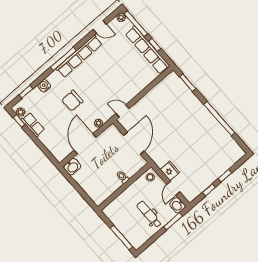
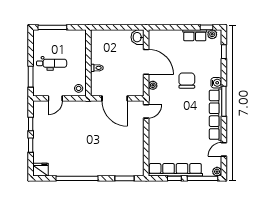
water cooler: (44, 86) -> (216, 83), moved
fridge: (170, 171) -> (40, 170), moved, turned 180
door: (173, 188) -> (55, 98), swing flipped
washbasin: (177, 205) -> (40, 90), removed

